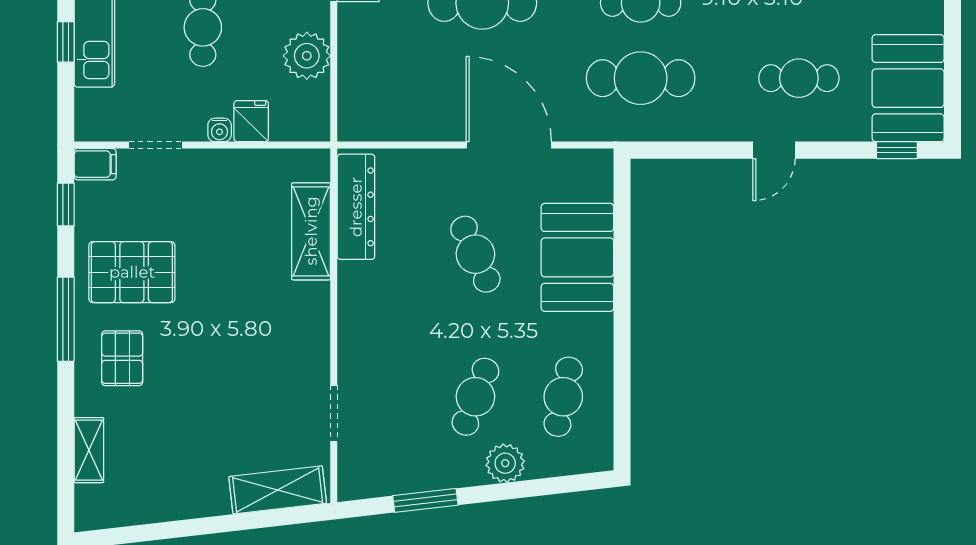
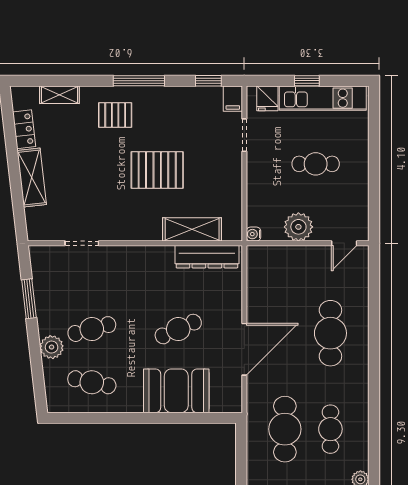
fridge: (251, 121) -> (267, 98), moved, turned 90
water cooler: (220, 130) -> (253, 234), moved
pallet: (132, 272) -> (157, 170), moved, turned 90
cafe table: (475, 397) -> (92, 329), turned -36
shelving: (278, 490) -> (32, 177), moved
locker: (146, 508) -> (24, 129), added

